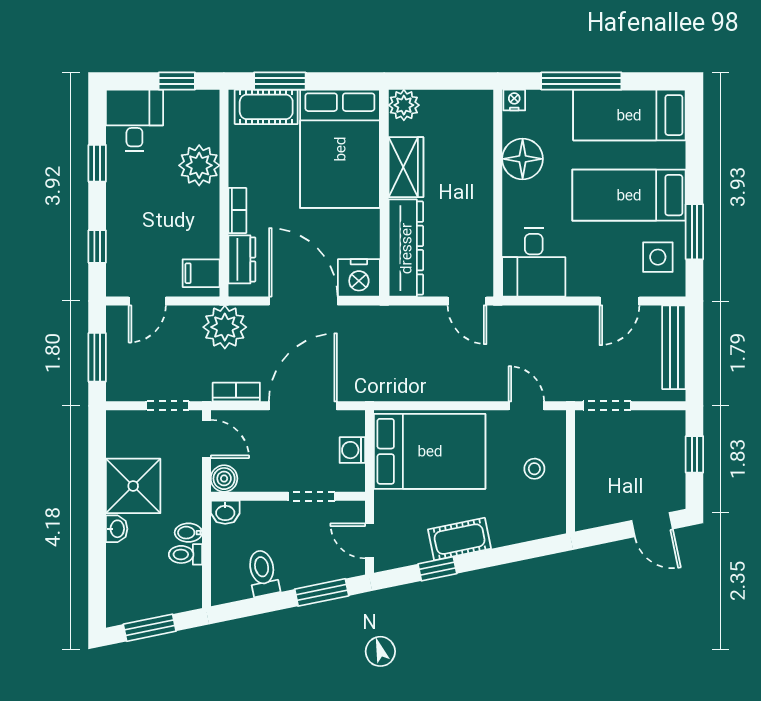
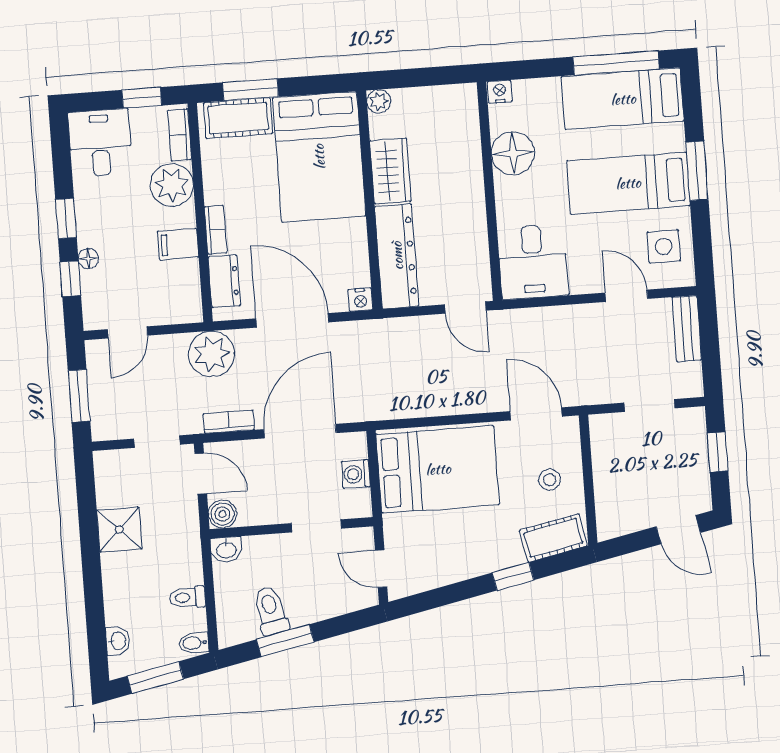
window: (581, 81) -> (616, 63), moved
plant: (404, 105) -> (379, 101), width x0.73, depth x0.73
bookcase: (210, 119) -> (180, 135), added
window: (97, 163) -> (66, 218), moved
floor lamp: (115, 229) -> (88, 259), added
window: (694, 232) -> (697, 171), moved
filing cabinet: (201, 273) -> (178, 244), moved
nightstand: (359, 278) -> (360, 300), width x0.53, depth x0.56
door: (620, 301) -> (627, 296), swing flipped
bench: (674, 347) -> (687, 329), width x0.73
door: (526, 406) -> (536, 414), width x1.38
doorway: (607, 406) -> (649, 406), moved
shower: (133, 486) -> (119, 529), width x0.73, depth x0.73
washbasin: (117, 529) -> (118, 641), moved
bidet: (188, 533) -> (194, 643), moved
cot: (460, 539) -> (553, 538), moved
window: (437, 569) -> (513, 576), moved
window: (322, 592) -> (285, 641), moved

